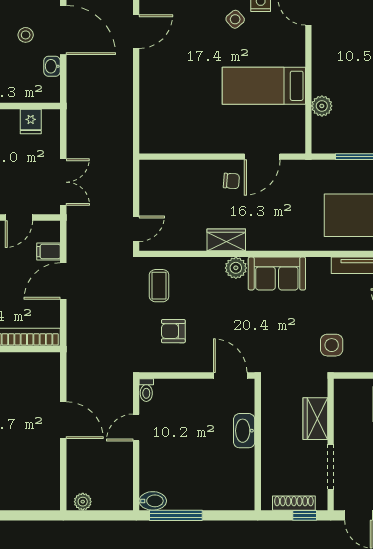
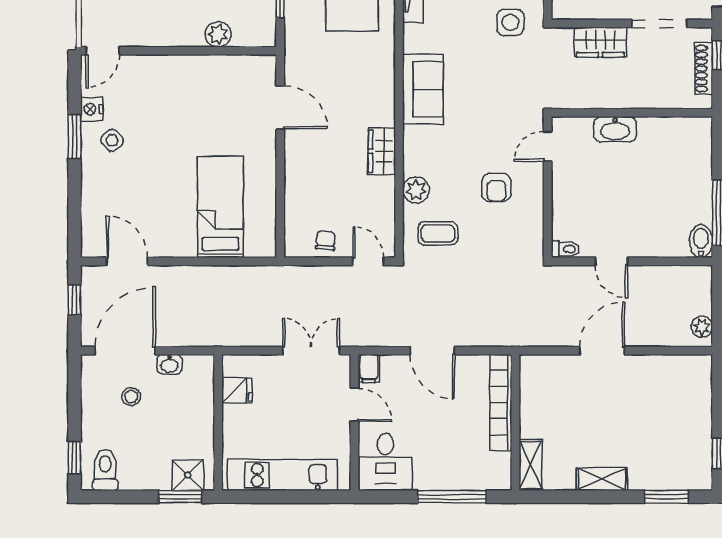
bed: (264, 86) -> (220, 207), moved, turned 180
chair: (231, 181) -> (326, 241), moved
filing cabinet: (49, 252) -> (369, 368), moved
plant: (236, 268) -> (416, 190), moved
armchair: (173, 331) -> (496, 187), moved
door: (230, 376) -> (548, 146), width x0.73

